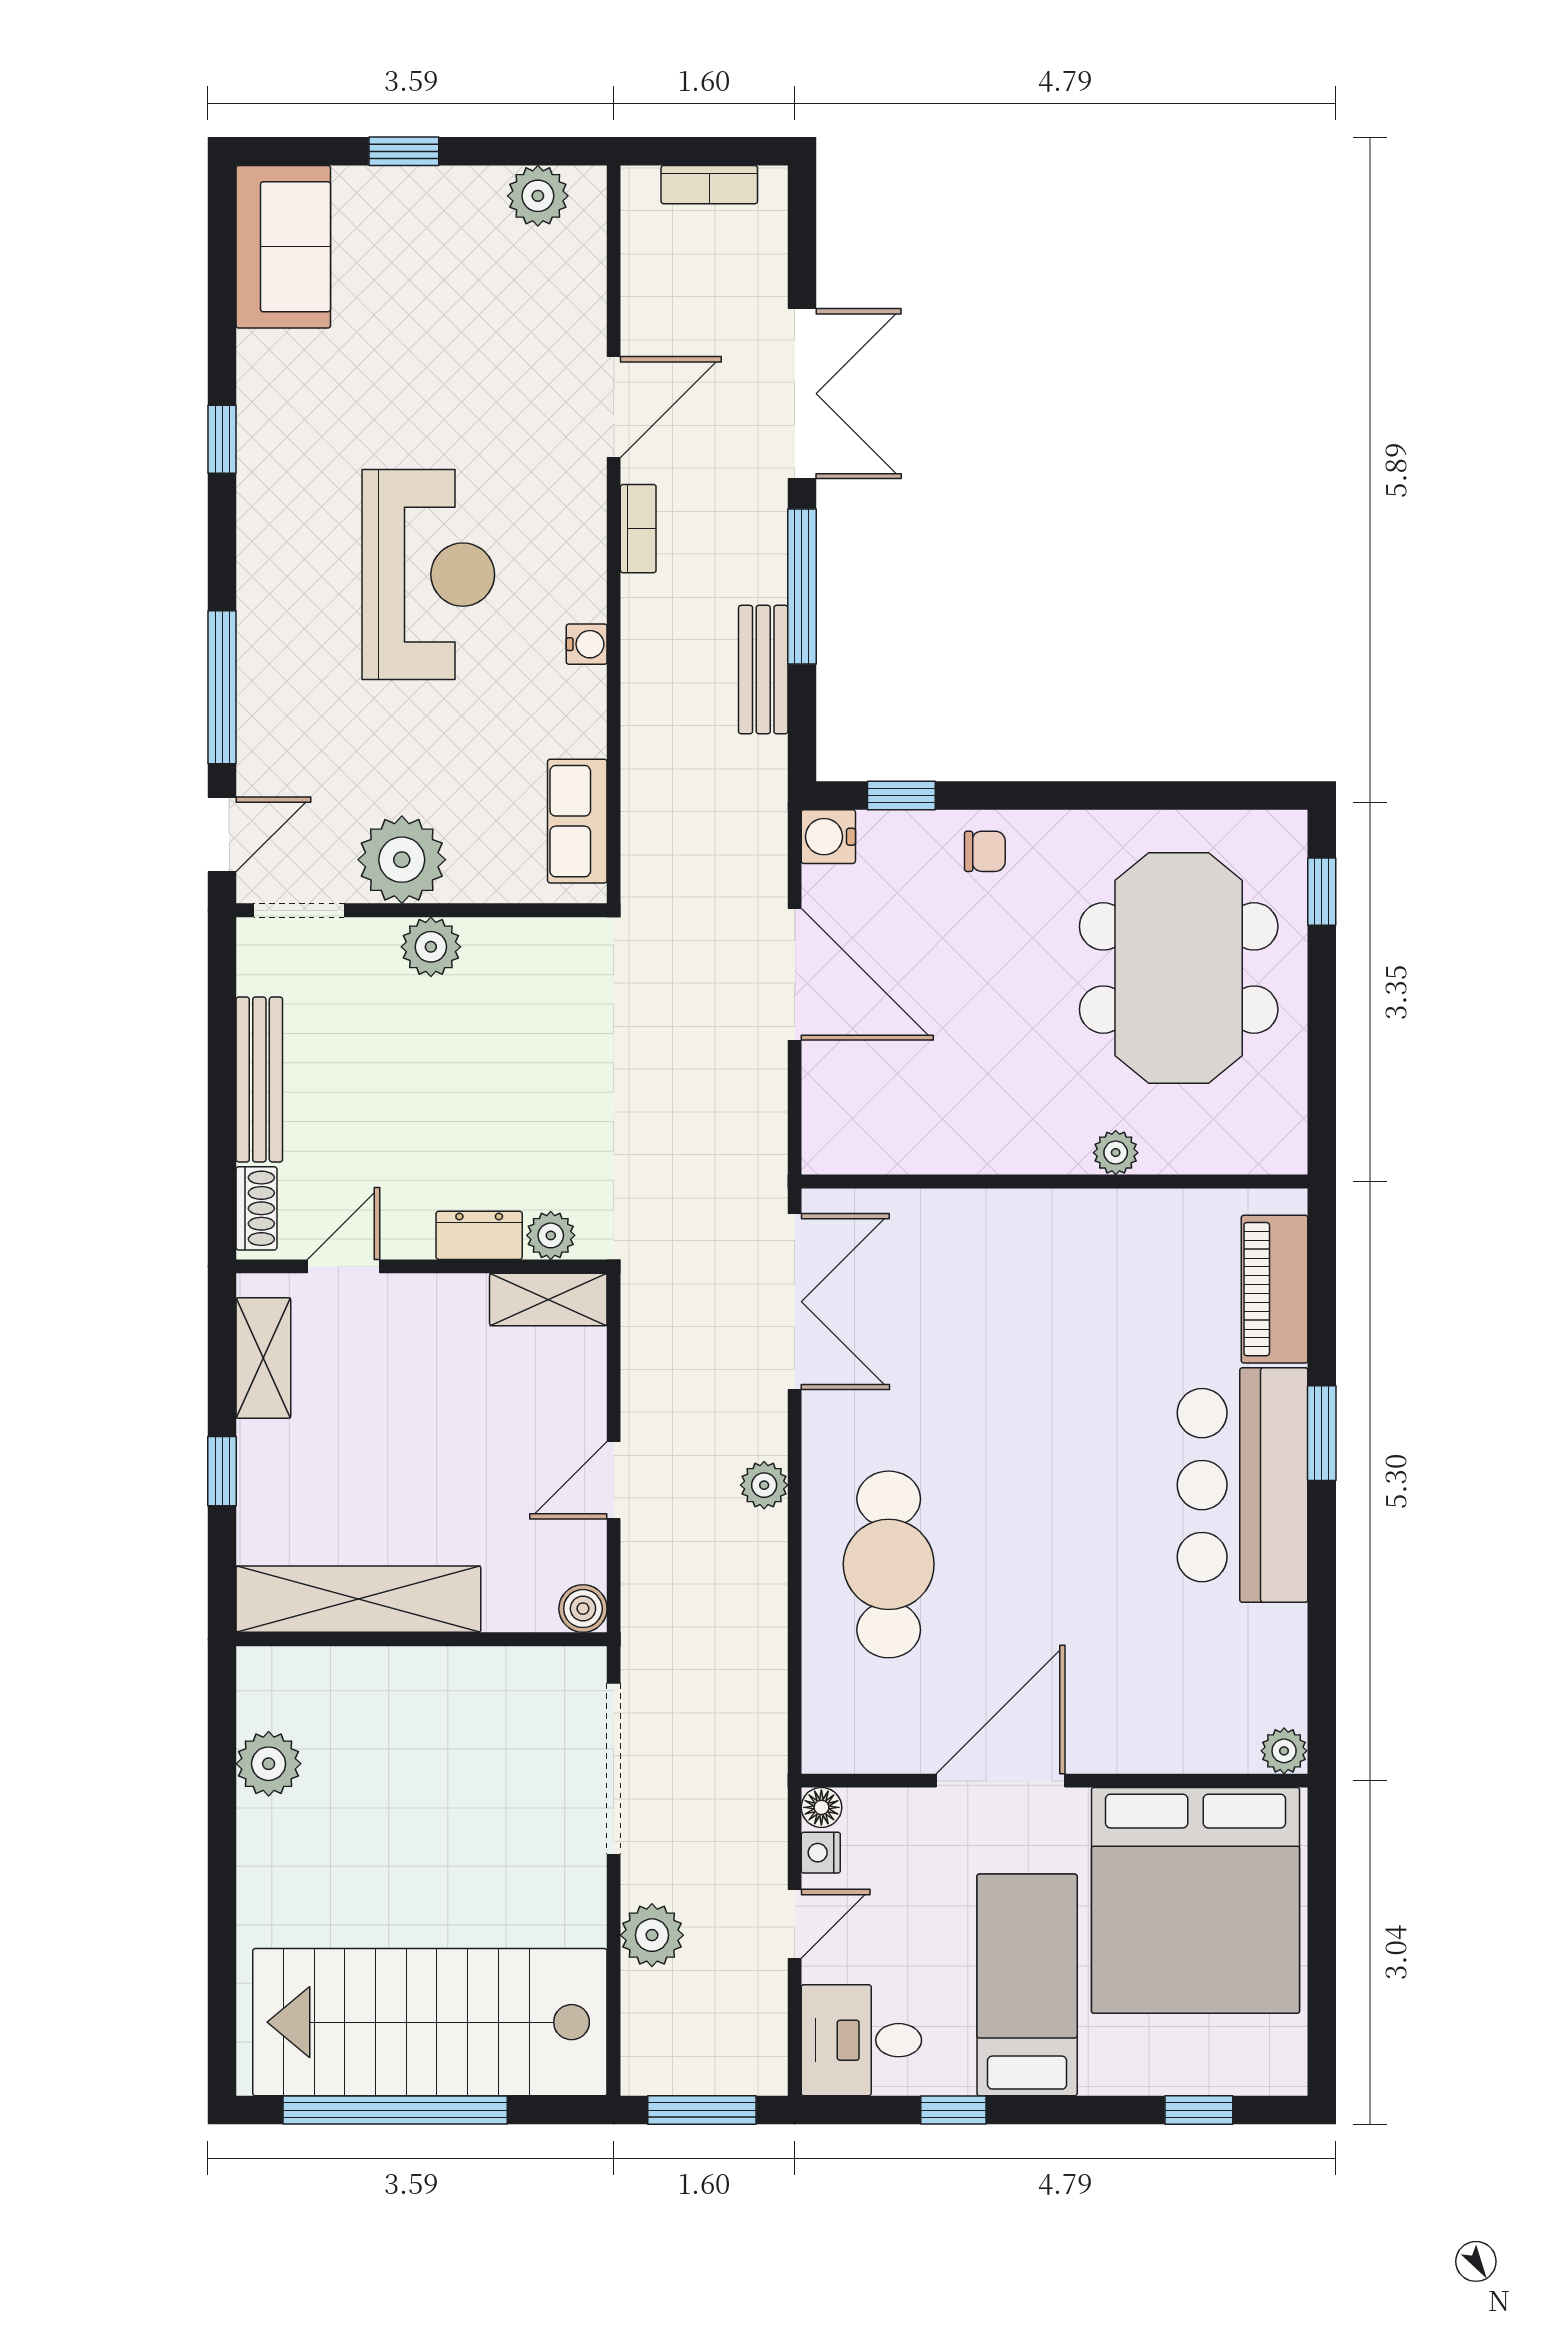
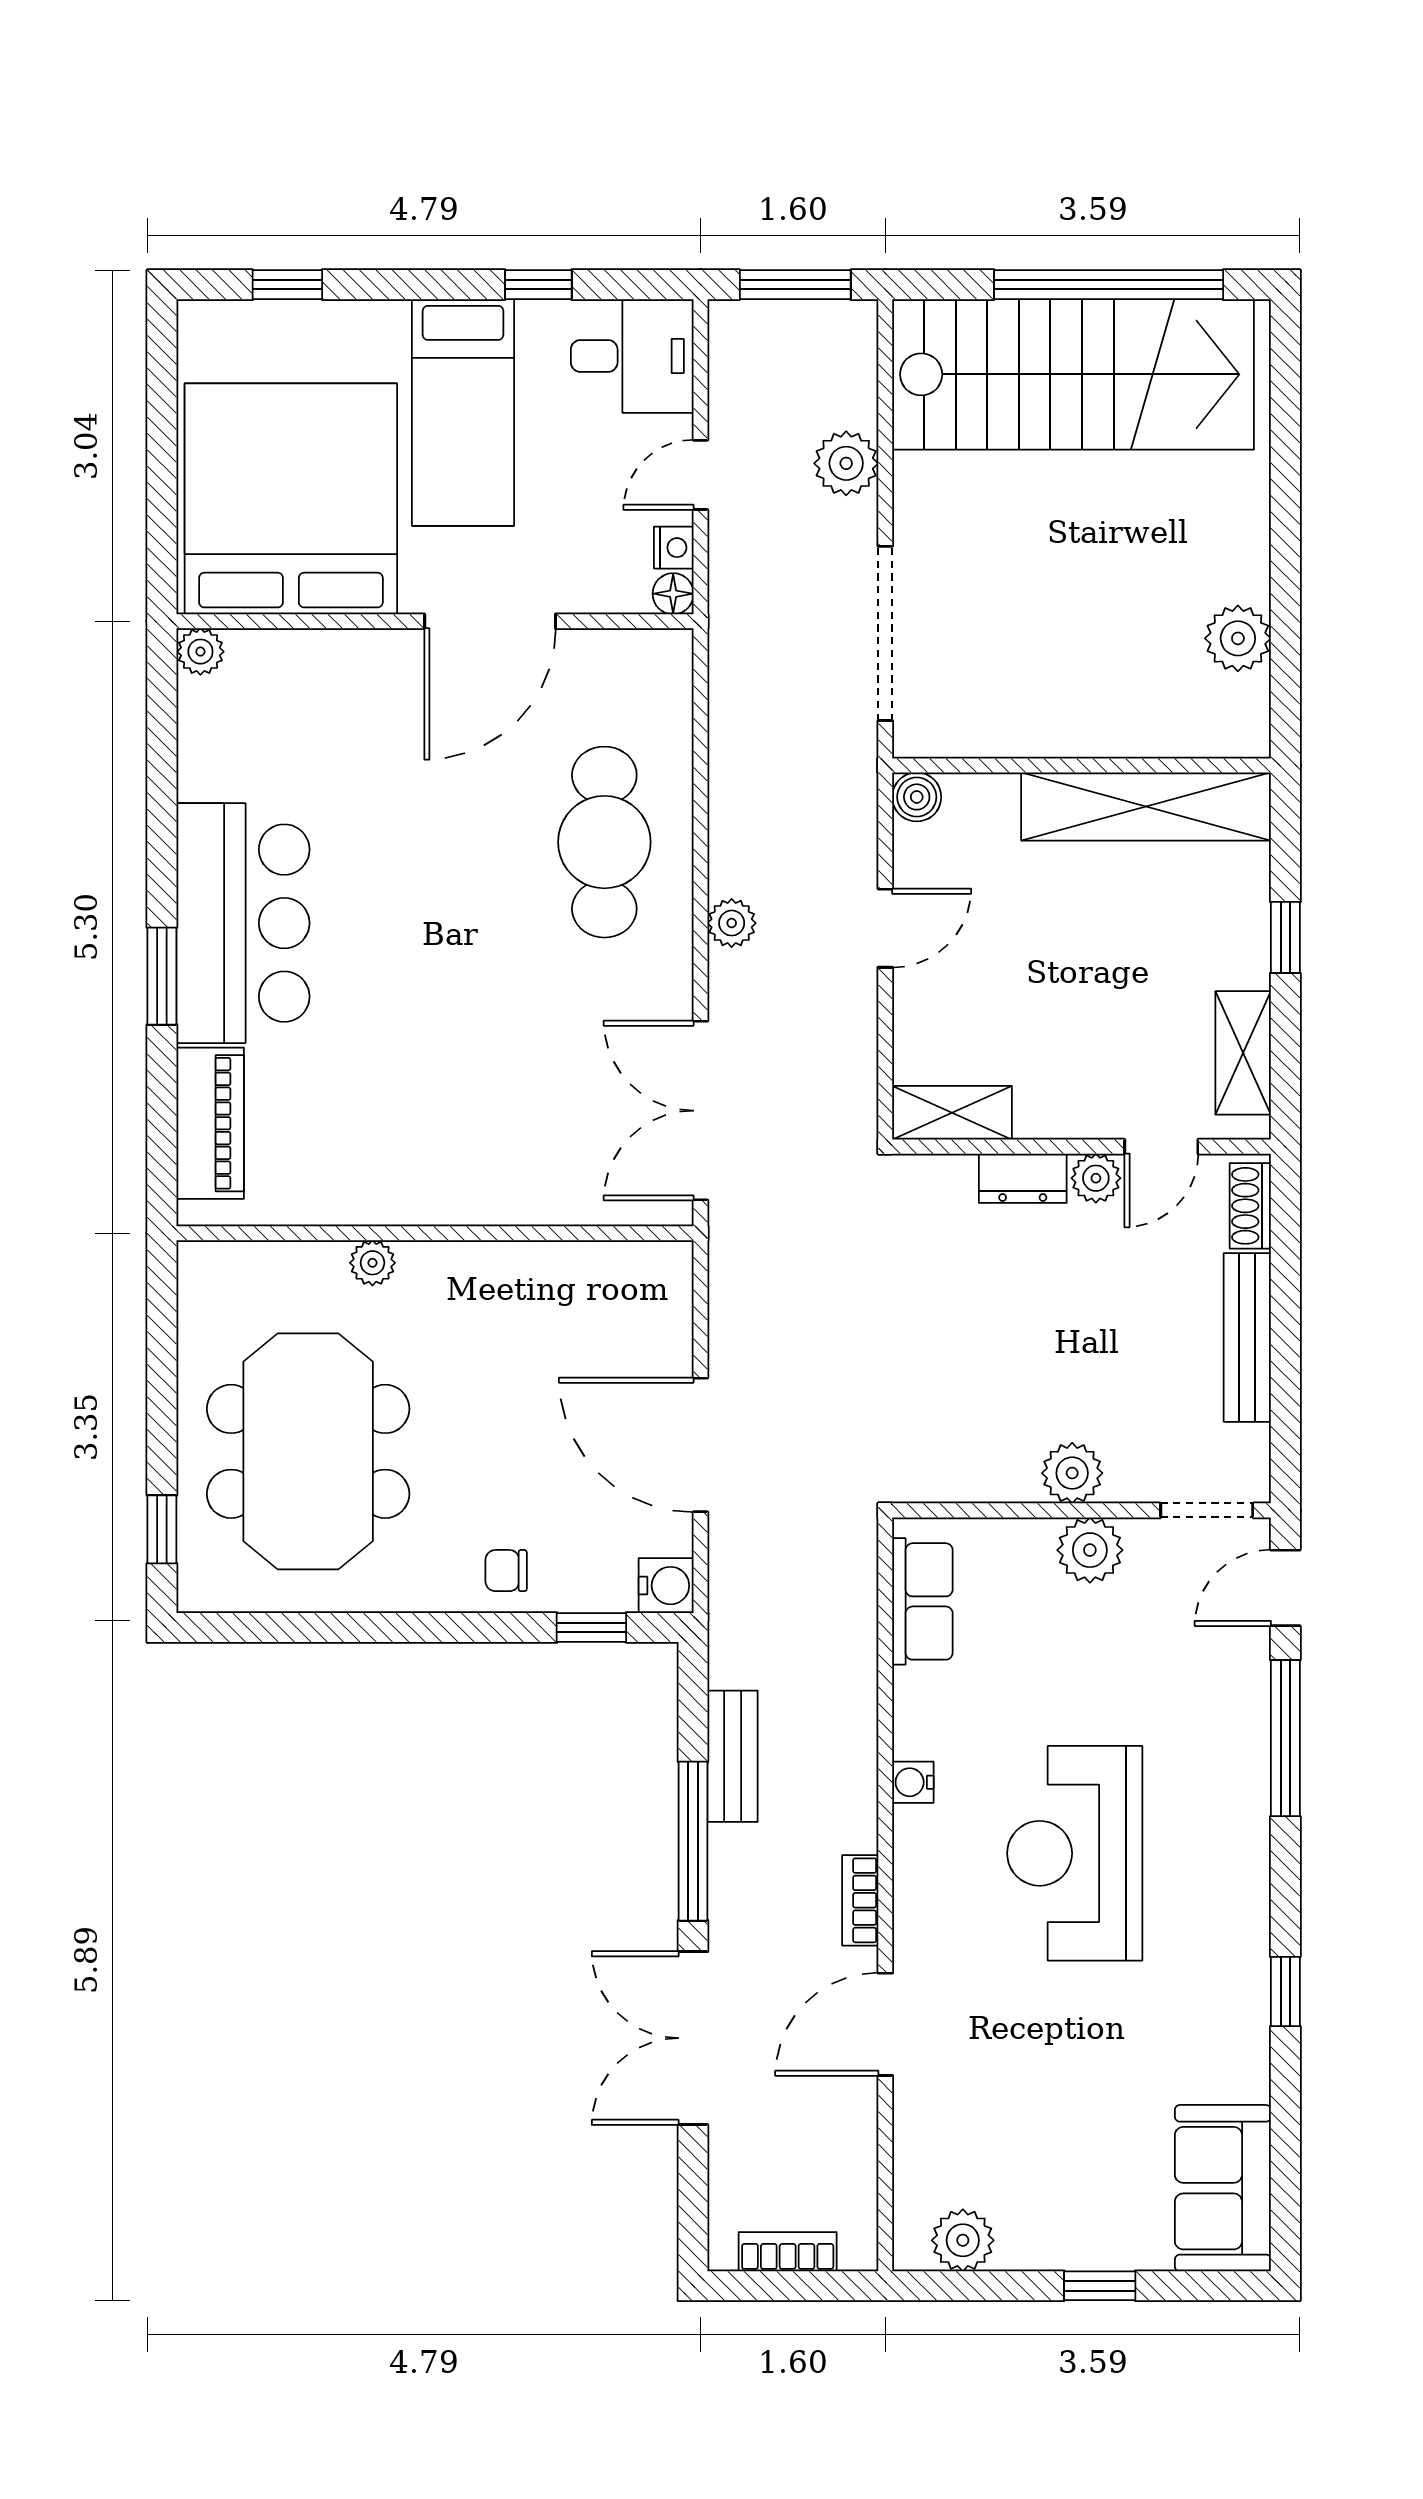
plant: (402, 860) -> (1090, 1550), width x0.73, depth x0.73
plant: (551, 1235) -> (1096, 1178), moved

